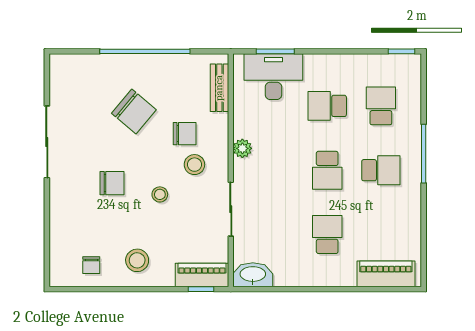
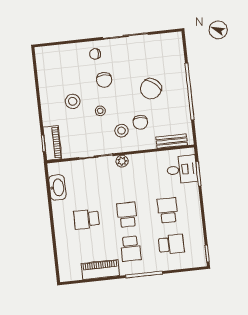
desk: (273, 77) -> (182, 169), width x0.73
plant: (242, 148) -> (122, 161), moved
school desk: (327, 170) -> (127, 215), turned 90
school desk: (327, 235) -> (86, 219), turned 180
stool: (137, 260) -> (73, 101), moved
chair: (91, 265) -> (95, 54), moved
piano: (386, 274) -> (100, 270), moved, turned -90
washbasin: (253, 275) -> (57, 187), moved

